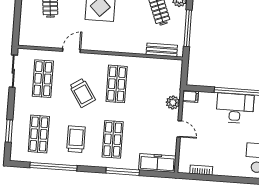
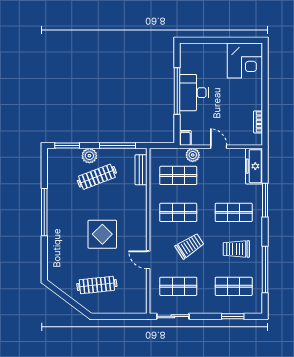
shop shelf: (153, 87) -> (178, 175), added
door: (179, 129) -> (219, 147), hinge flipped

